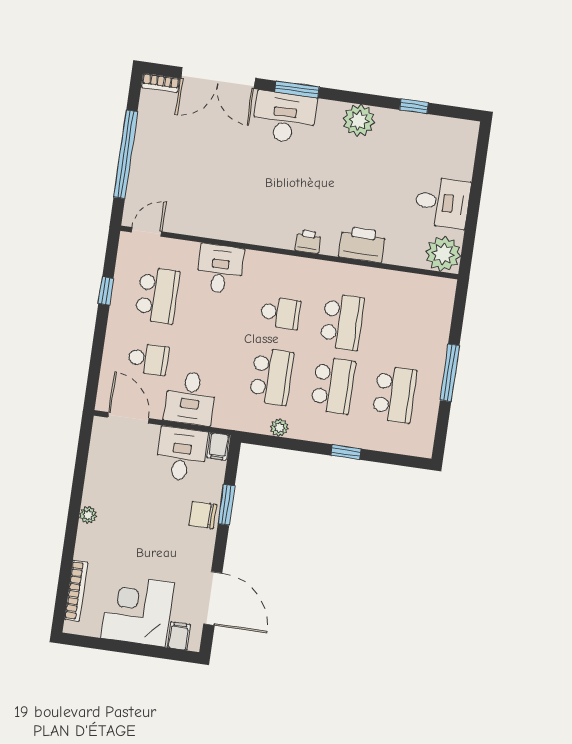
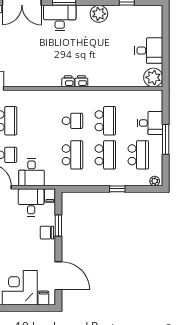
printer: (362, 244) -> (68, 81), moved, width x0.53, depth x0.68
desk: (220, 269) -> (150, 123), moved, turned 90
plant: (279, 428) -> (155, 181), moved

